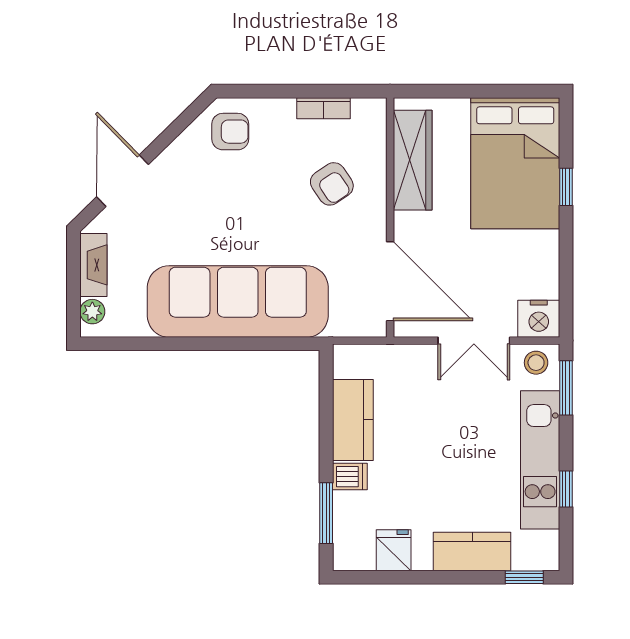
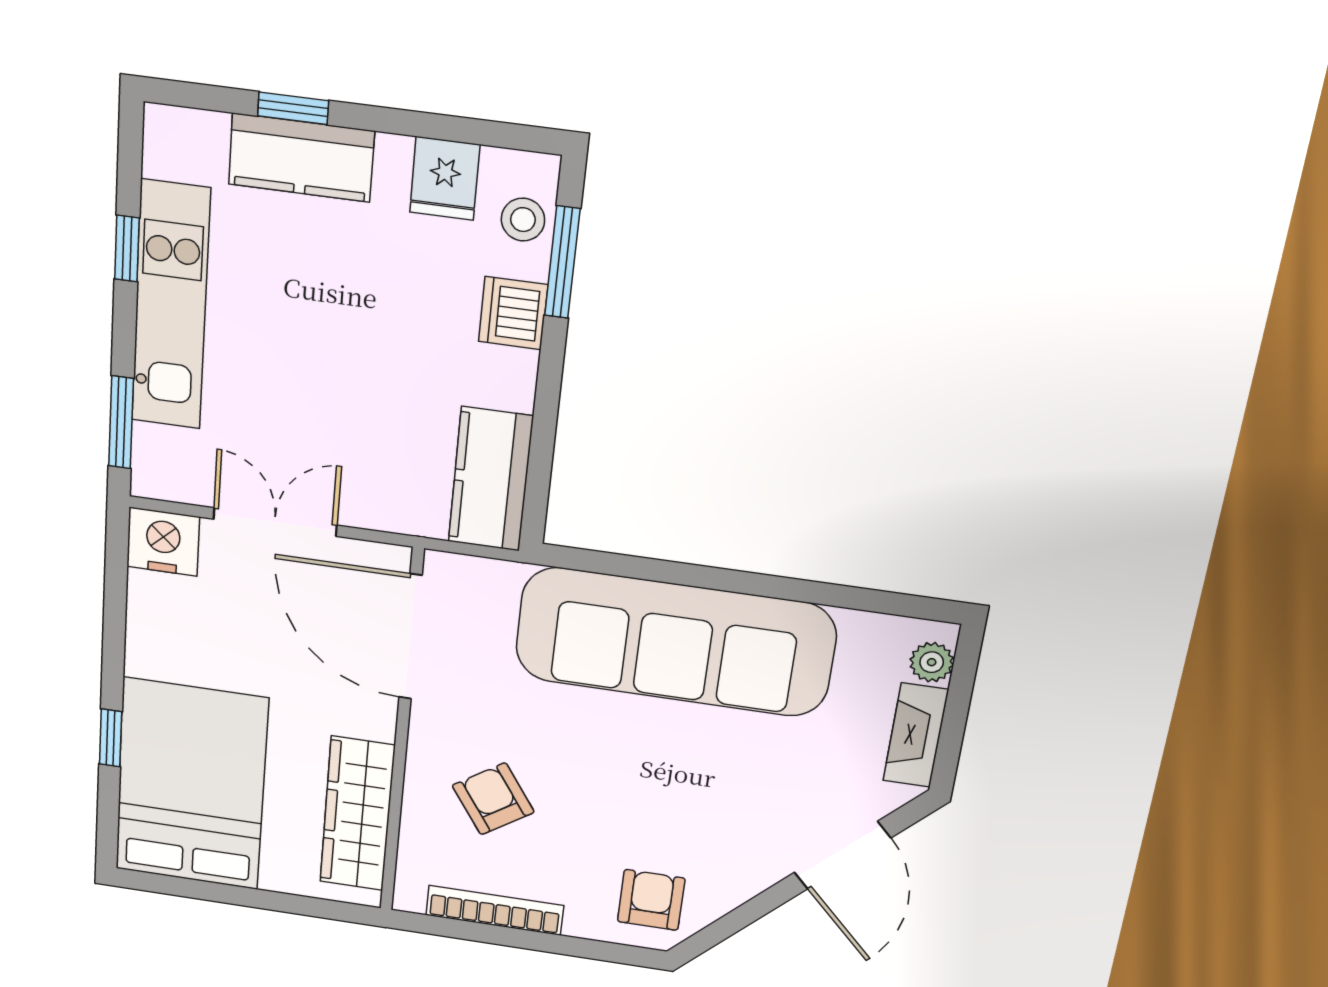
bookcase: (324, 108) -> (495, 910), width x1.56
armchair: (230, 132) -> (651, 900), turned 90
stool: (536, 363) -> (523, 220), moved
kitchen counter: (353, 420) -> (491, 479), moved
dishwasher: (350, 477) -> (513, 313), width x1.38
window: (524, 577) -> (293, 108), moved

